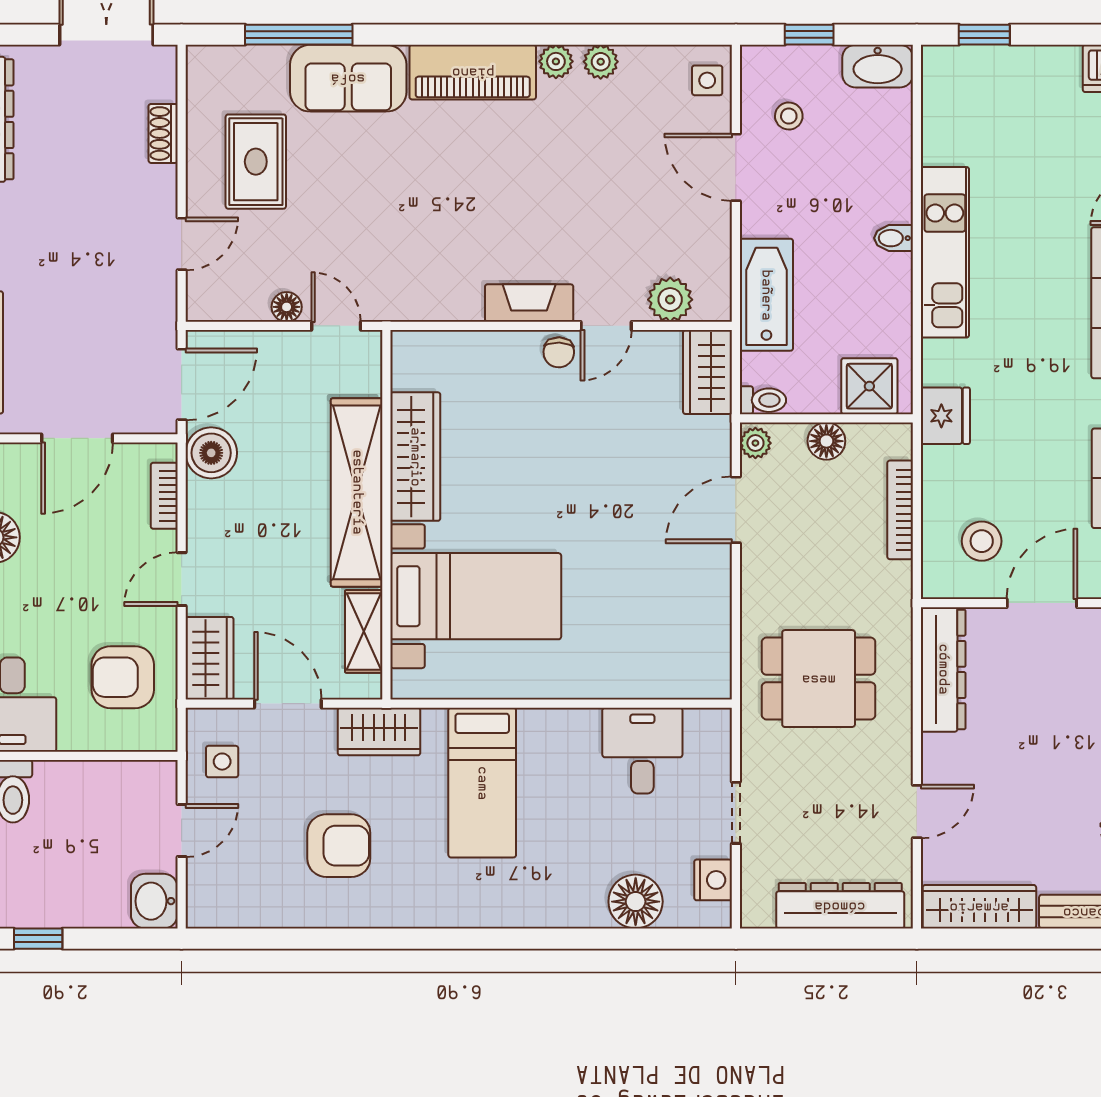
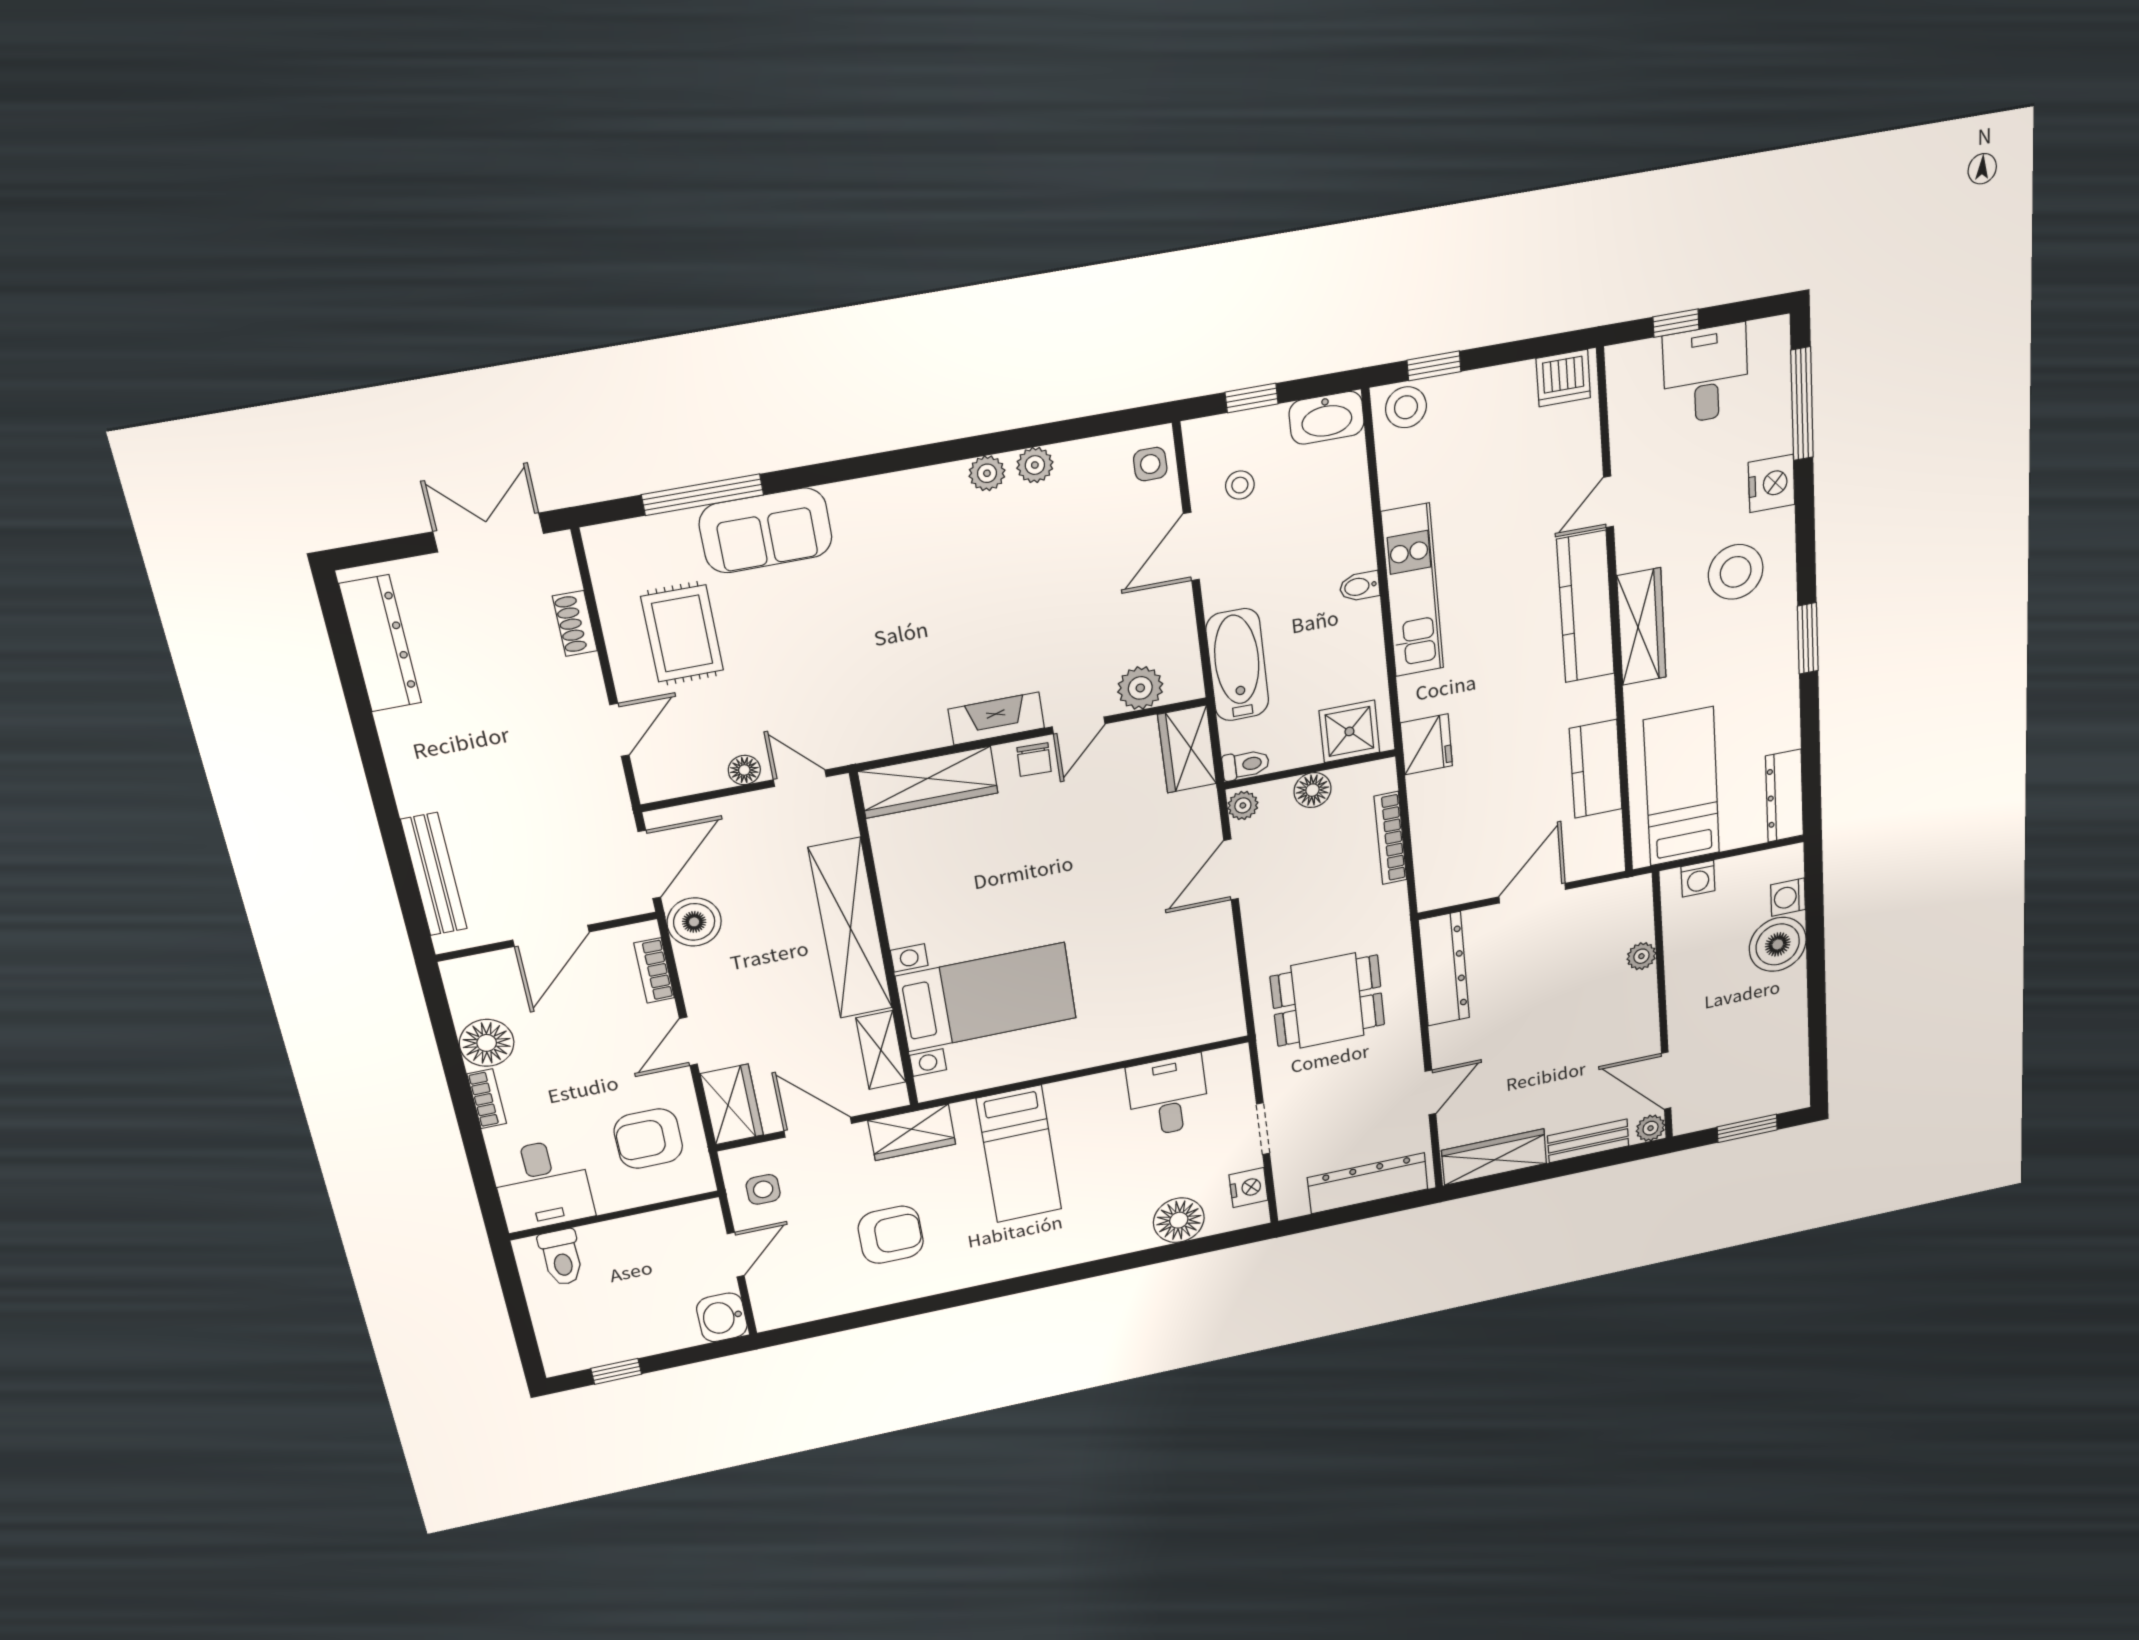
piano: (473, 72) -> (899, 500), removed
door: (736, 167) -> (1191, 546), hinge flipped
wardrobe: (415, 457) -> (928, 782), moved, turned 90
stool: (982, 541) -> (1406, 407), moved

